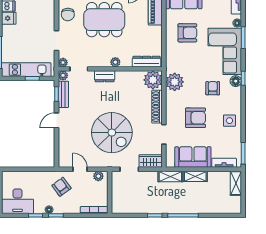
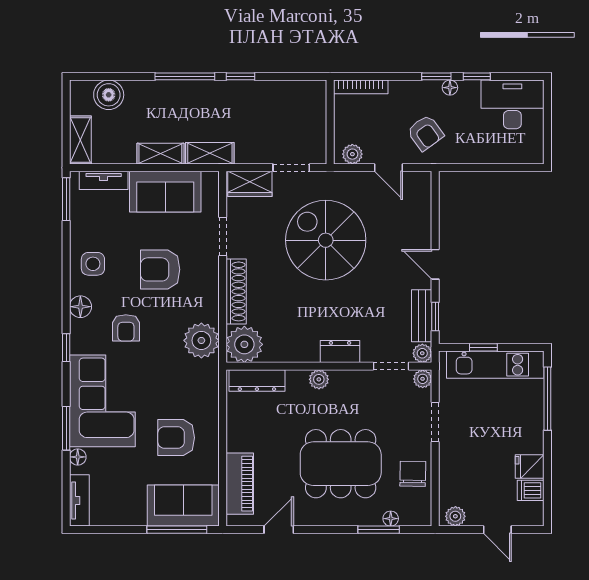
floor lamp: (236, 81) -> (80, 307), moved
door: (57, 120) -> (435, 264), swing flipped
boiler: (221, 206) -> (109, 95), added

